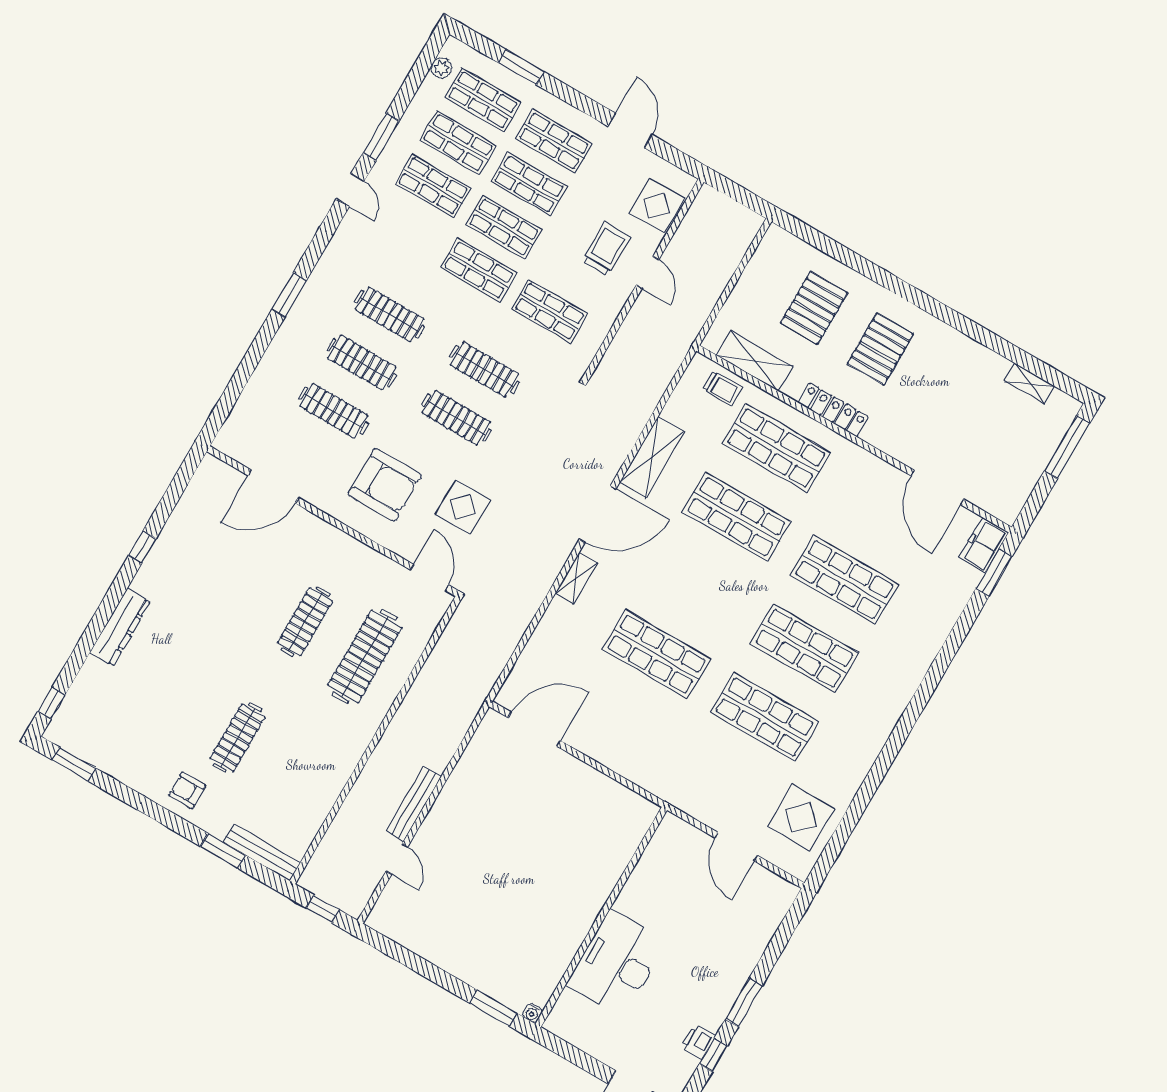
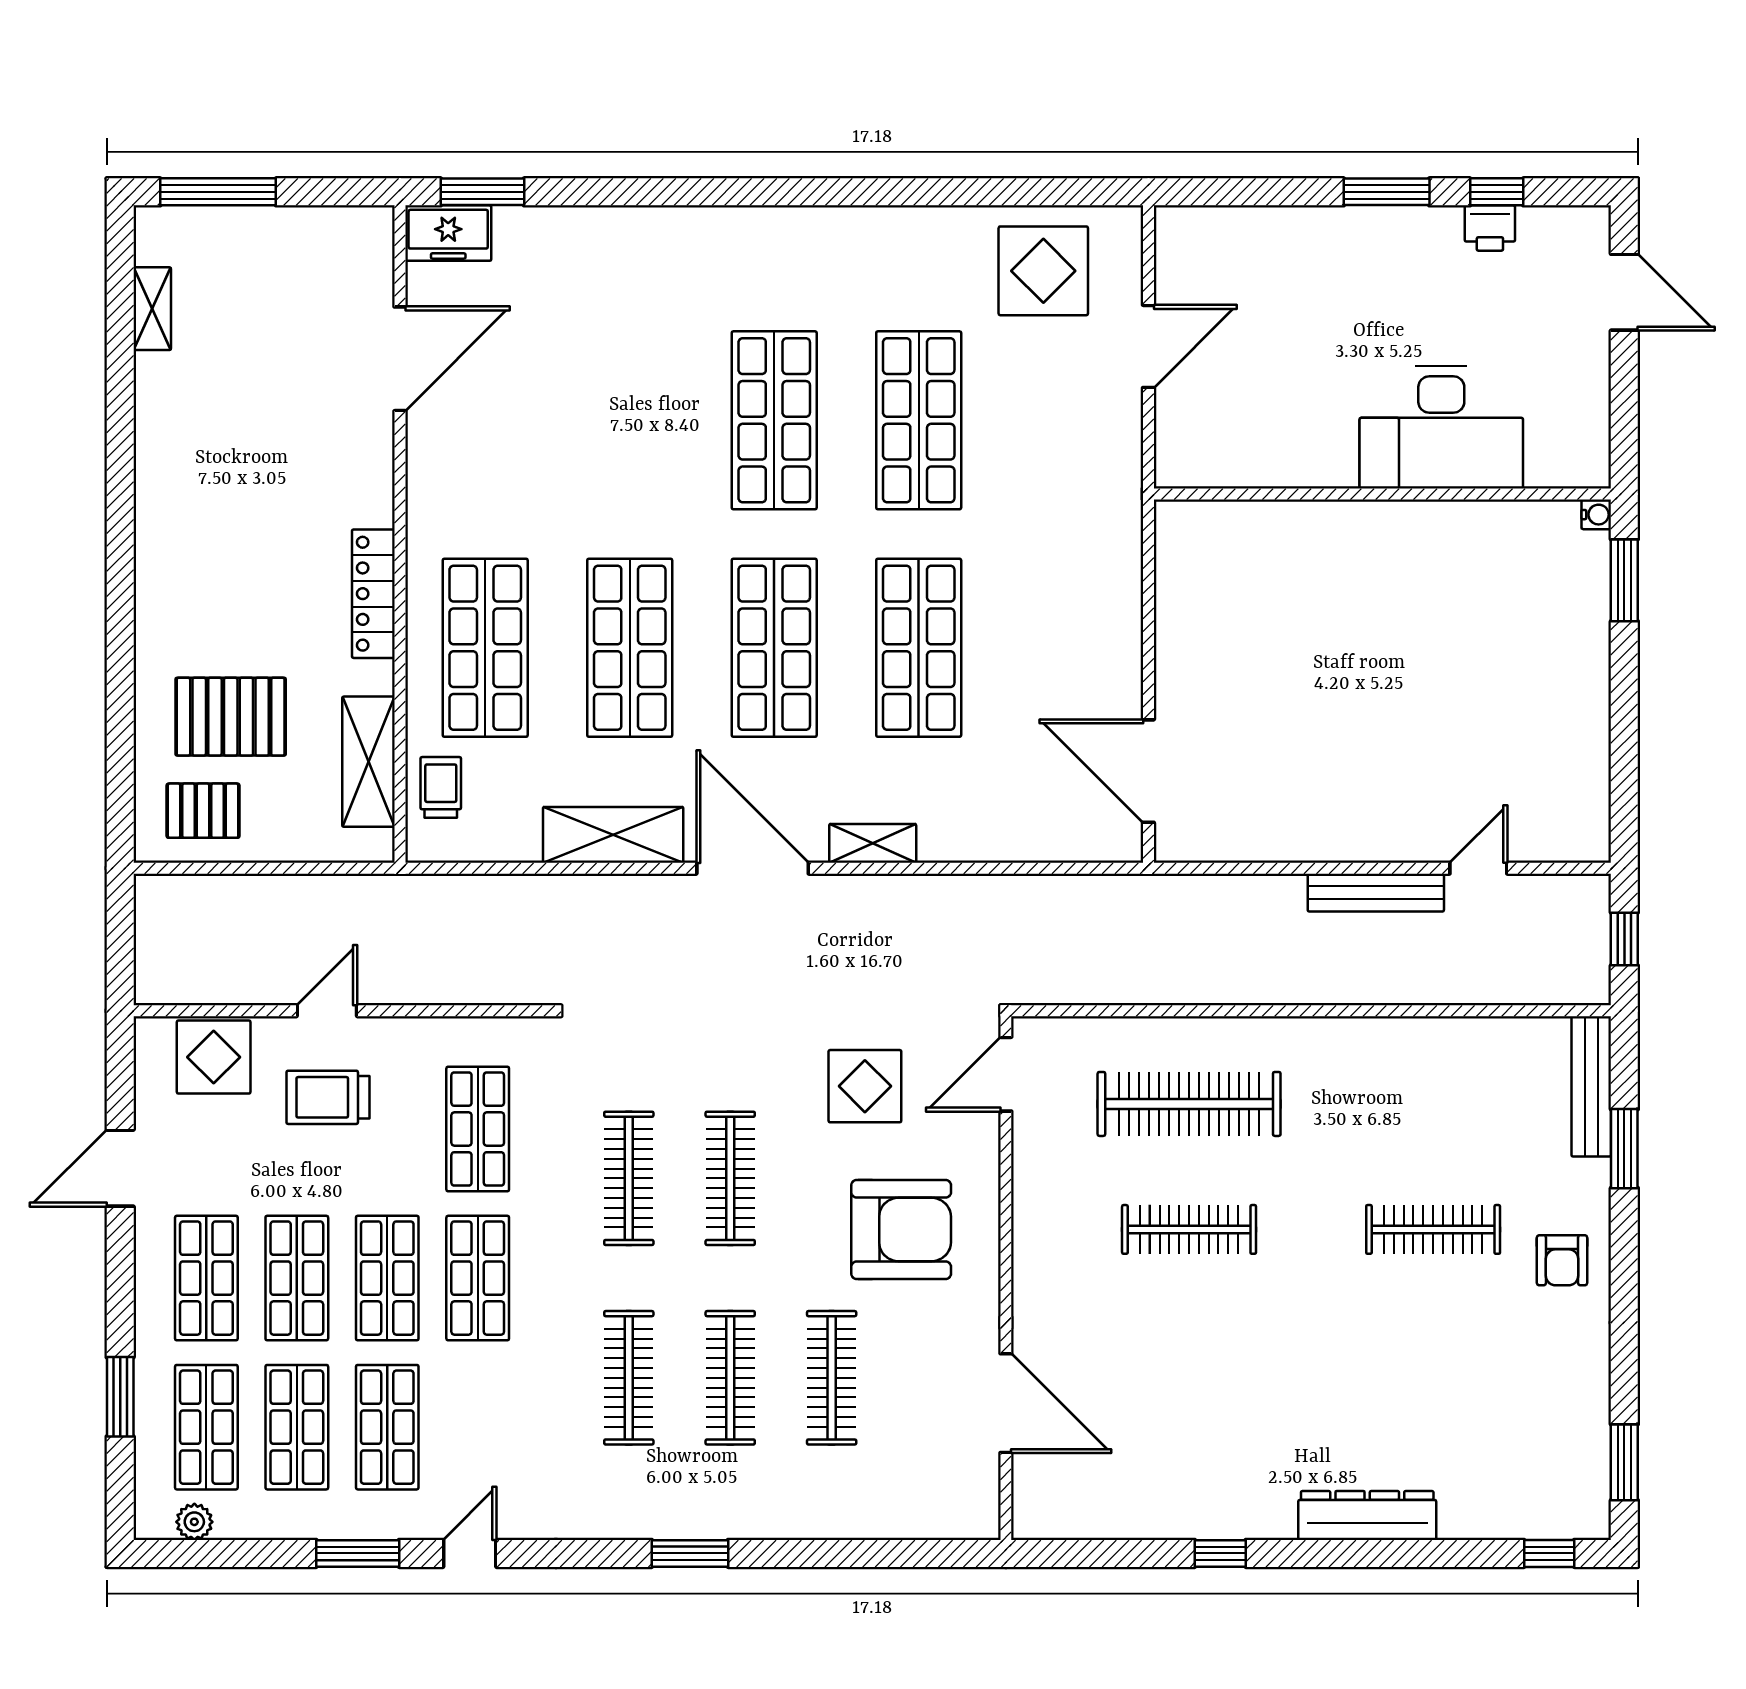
pallet: (880, 349) -> (203, 811), moved, width x0.67, depth x0.71
armchair: (385, 485) -> (901, 1230), turned 90
shop shelf: (844, 580) -> (774, 648), moved

